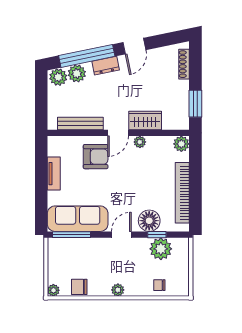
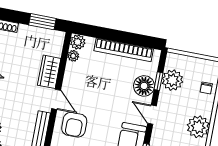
plant: (140, 142) -> (73, 56), moved
armchair: (96, 157) -> (74, 125), turned 180
plant: (118, 290) -> (198, 127), width x1.88, depth x1.88

